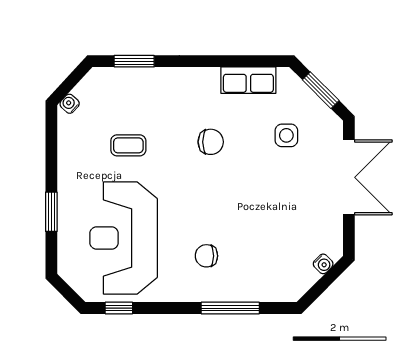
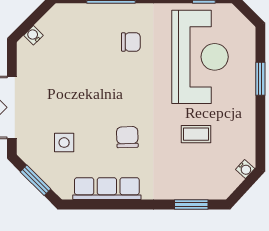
row of seats: (248, 80) -> (107, 189), width x1.48
chair: (211, 142) -> (127, 137), turned 88

